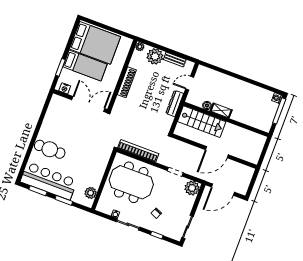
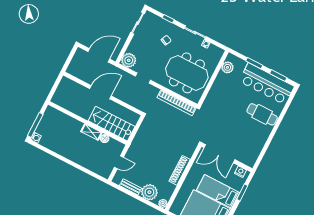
dresser: (175, 103) -> (136, 144), removed

